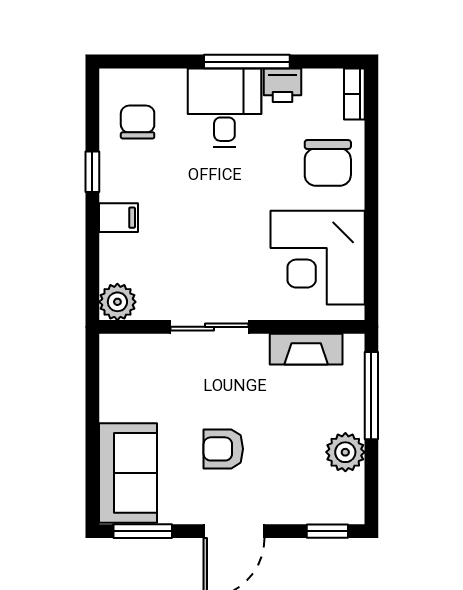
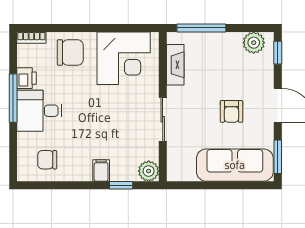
window: (92, 172) -> (121, 185), moved
plant: (345, 452) -> (254, 43), moved
sofa: (128, 473) -> (235, 165), width x1.36

